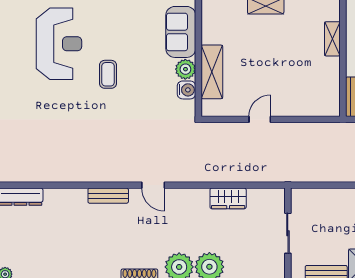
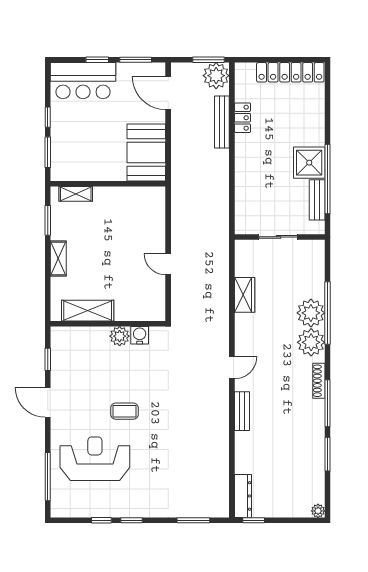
sofa: (181, 32) -> (84, 341), removed
shelving: (332, 39) -> (76, 194), moved
shelving: (212, 72) -> (88, 311), moved

